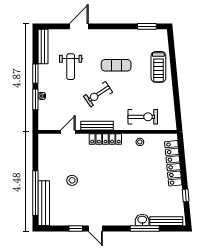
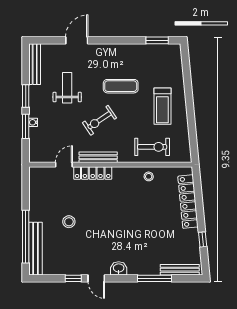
weight bench: (71, 67) -> (67, 88), turned 180
treadmill: (158, 67) -> (162, 106), moved
locker: (105, 139) -> (93, 173), moved
washbasin: (142, 220) -> (119, 268), moved

